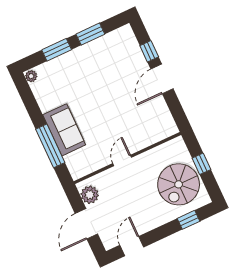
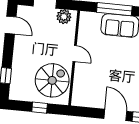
spiral stairs: (179, 184) -> (52, 80), moved, turned 90

